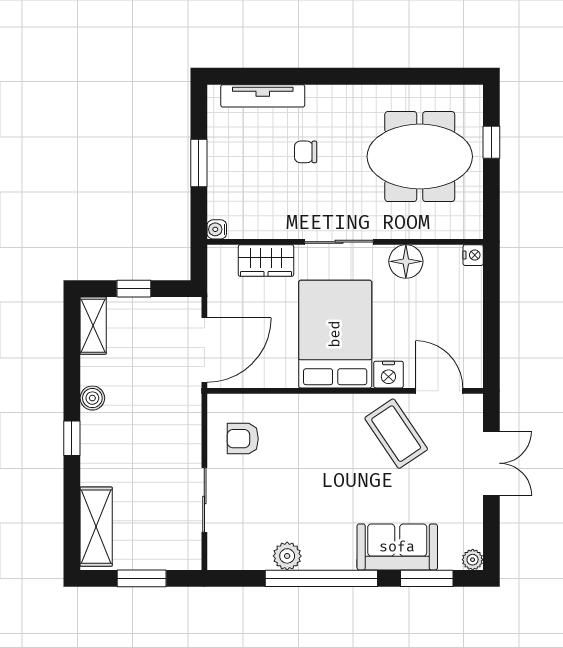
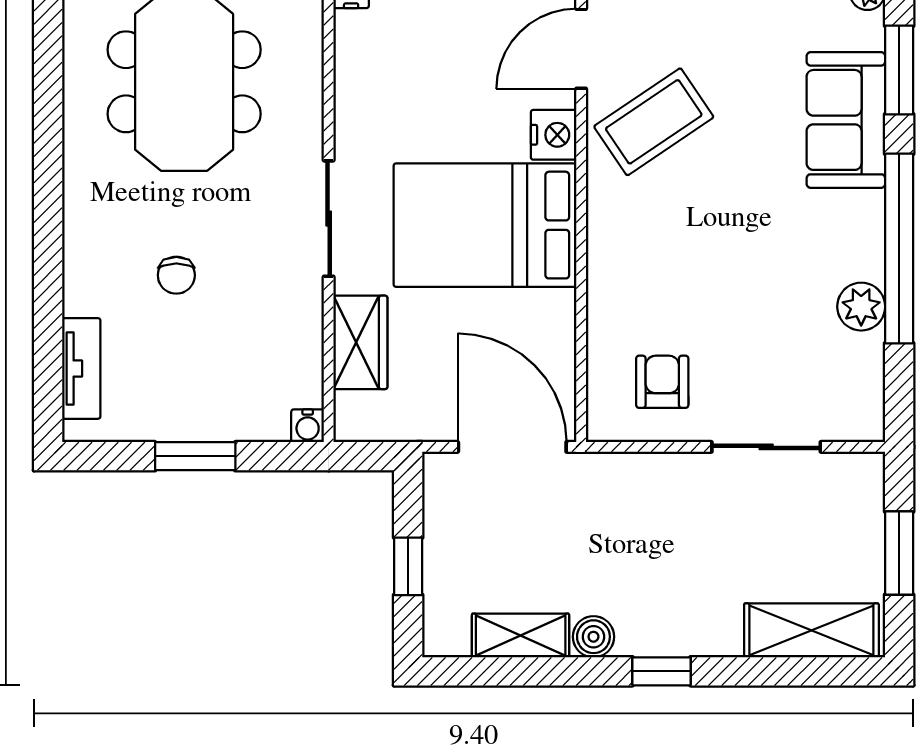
tv unit: (263, 96) -> (81, 368), width x0.71
floor lamp: (406, 261) -> (362, 105), removed
shelving: (93, 326) -> (521, 635), moved
armchair: (243, 439) -> (662, 382), turned 180

